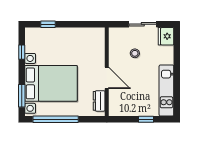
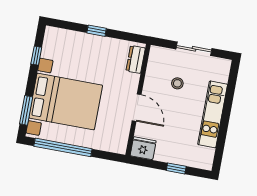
window: (48, 24) -> (97, 31), moved
fridge: (166, 36) -> (143, 148), moved, turned 90
kitchen unit: (166, 90) -> (213, 114), moved
dresser: (99, 101) -> (136, 59), moved

